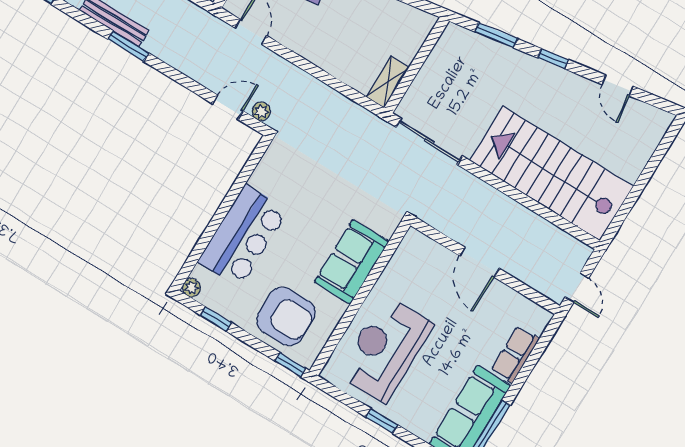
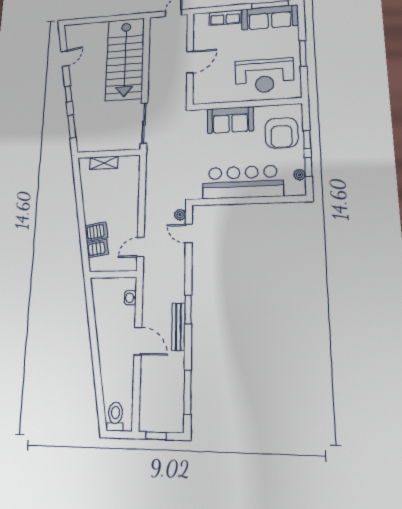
shelving: (388, 82) -> (104, 163), moved
bar counter: (243, 236) -> (243, 182), width x1.36
plant: (192, 288) -> (300, 175), moved
armchair: (286, 316) -> (281, 133), turned 180
window: (290, 365) -> (307, 139), moved
window: (382, 421) -> (303, 54), width x1.50

